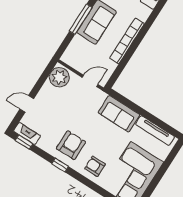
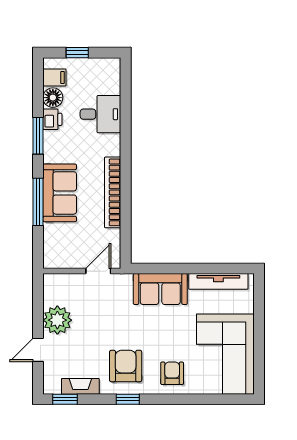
plant: (59, 77) -> (57, 320), moved
fireplace: (27, 134) -> (80, 386), moved
armchair: (95, 166) -> (172, 373), turned 90

